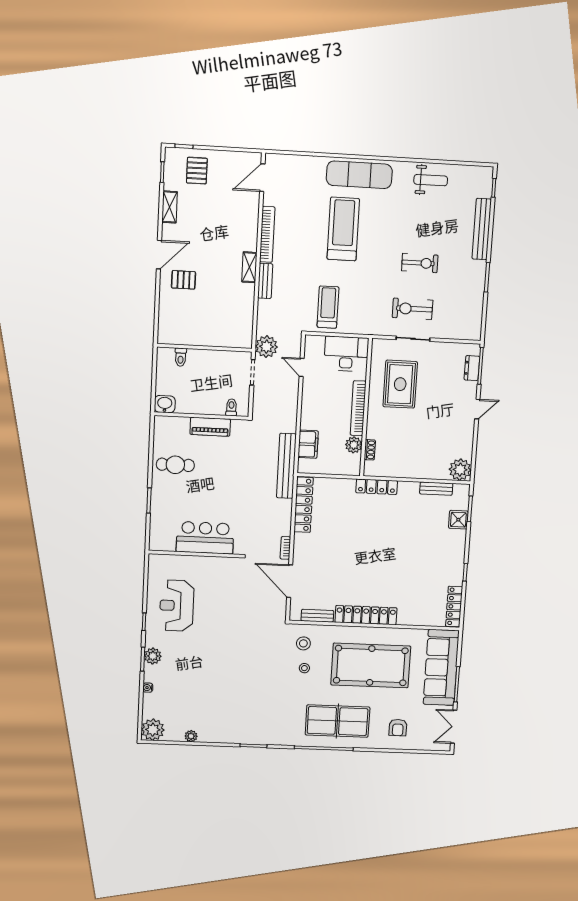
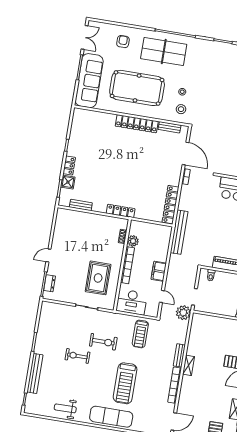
exercise bike: (412, 309) -> (103, 342), moved
filing cabinet: (308, 444) -> (159, 271), moved
plant: (460, 470) -> (64, 216), removed
locker: (454, 606) -> (69, 165), moved, width x0.66

